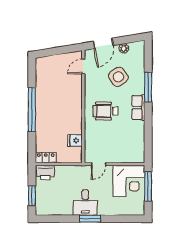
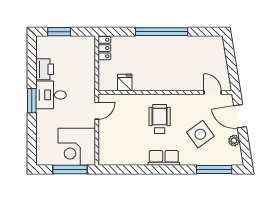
window: (148, 87) -> (214, 170), moved
door: (99, 164) -> (97, 111), swing flipped
printer: (45, 173) -> (45, 69), moved, turned 180

